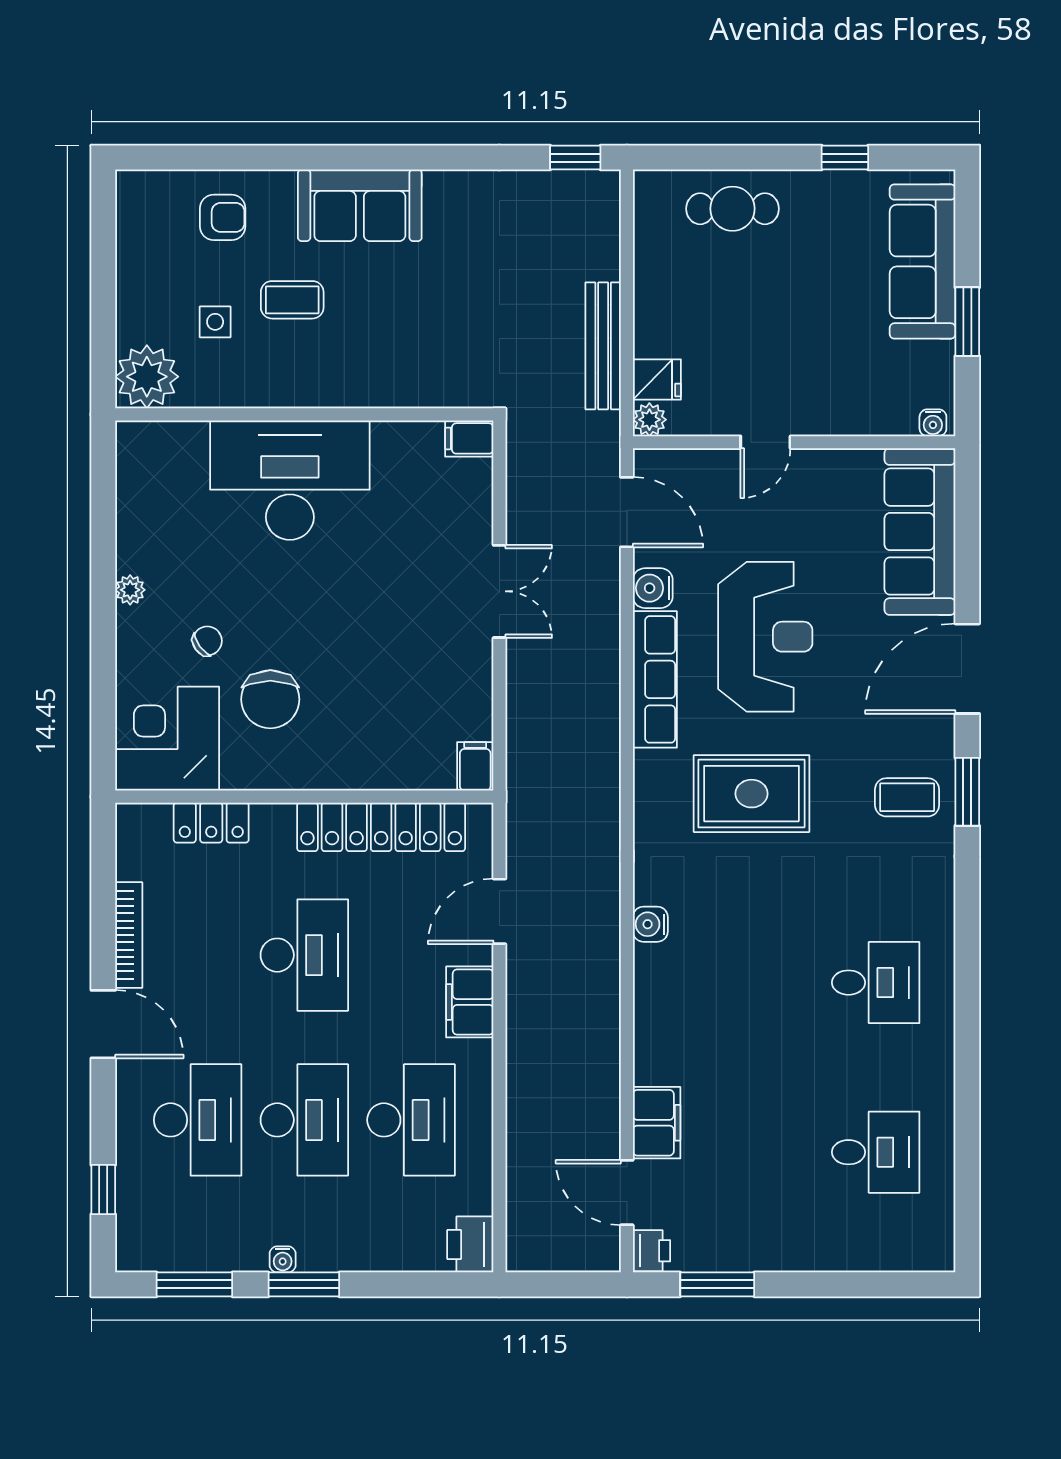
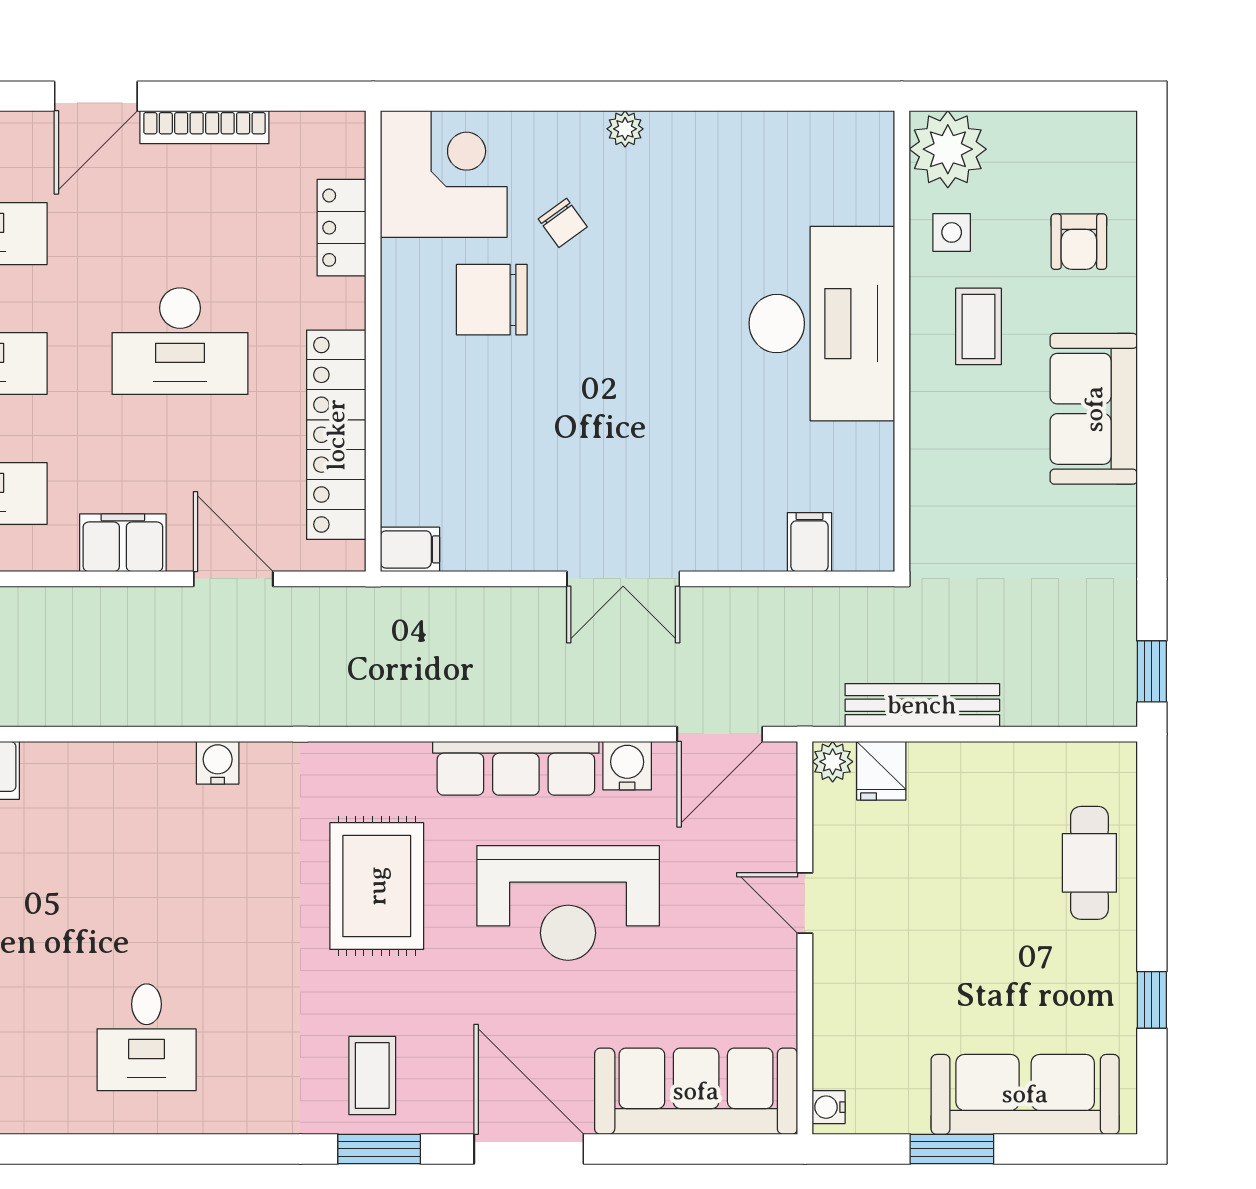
plant: (147, 377) -> (948, 149), moved
wall: (304, 414) -> (902, 341), moved
desk: (290, 480) -> (822, 324), moved

